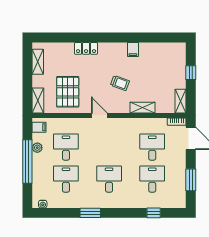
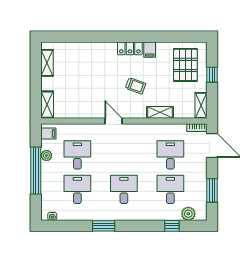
locker: (86, 48) -> (130, 48), moved
pallet: (68, 92) -> (185, 65), moved
plant: (169, 202) -> (188, 214), added

